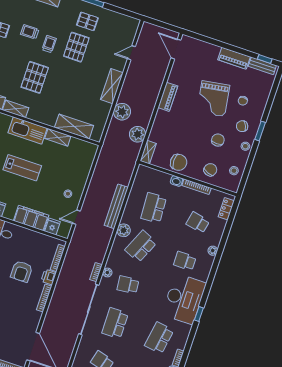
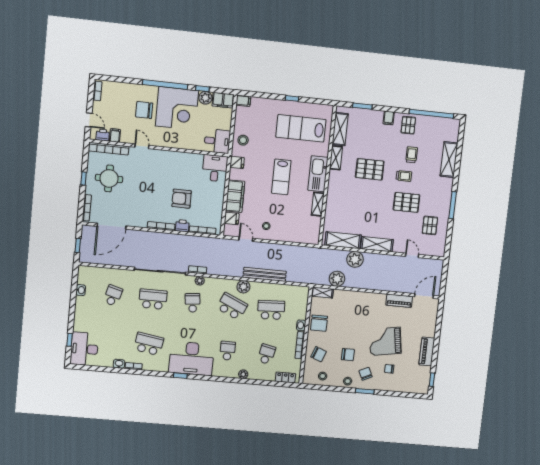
pallet: (87, 21) -> (430, 225), moved
bench: (262, 66) -> (425, 379), removed
piano: (168, 97) -> (399, 301), moved
shelving: (74, 126) -> (343, 240), moved, turned 90

